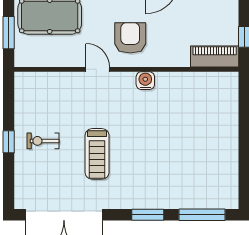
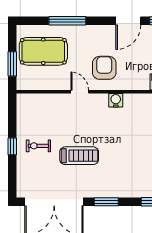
treadmill: (97, 154) -> (79, 156), turned -90
window: (148, 215) -> (106, 202), moved

